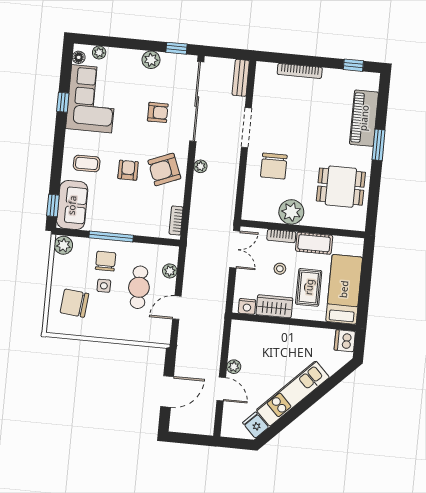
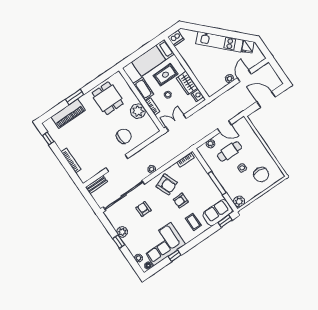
window: (177, 48) -> (119, 242), moved
chair: (106, 261) -> (230, 176), removed

